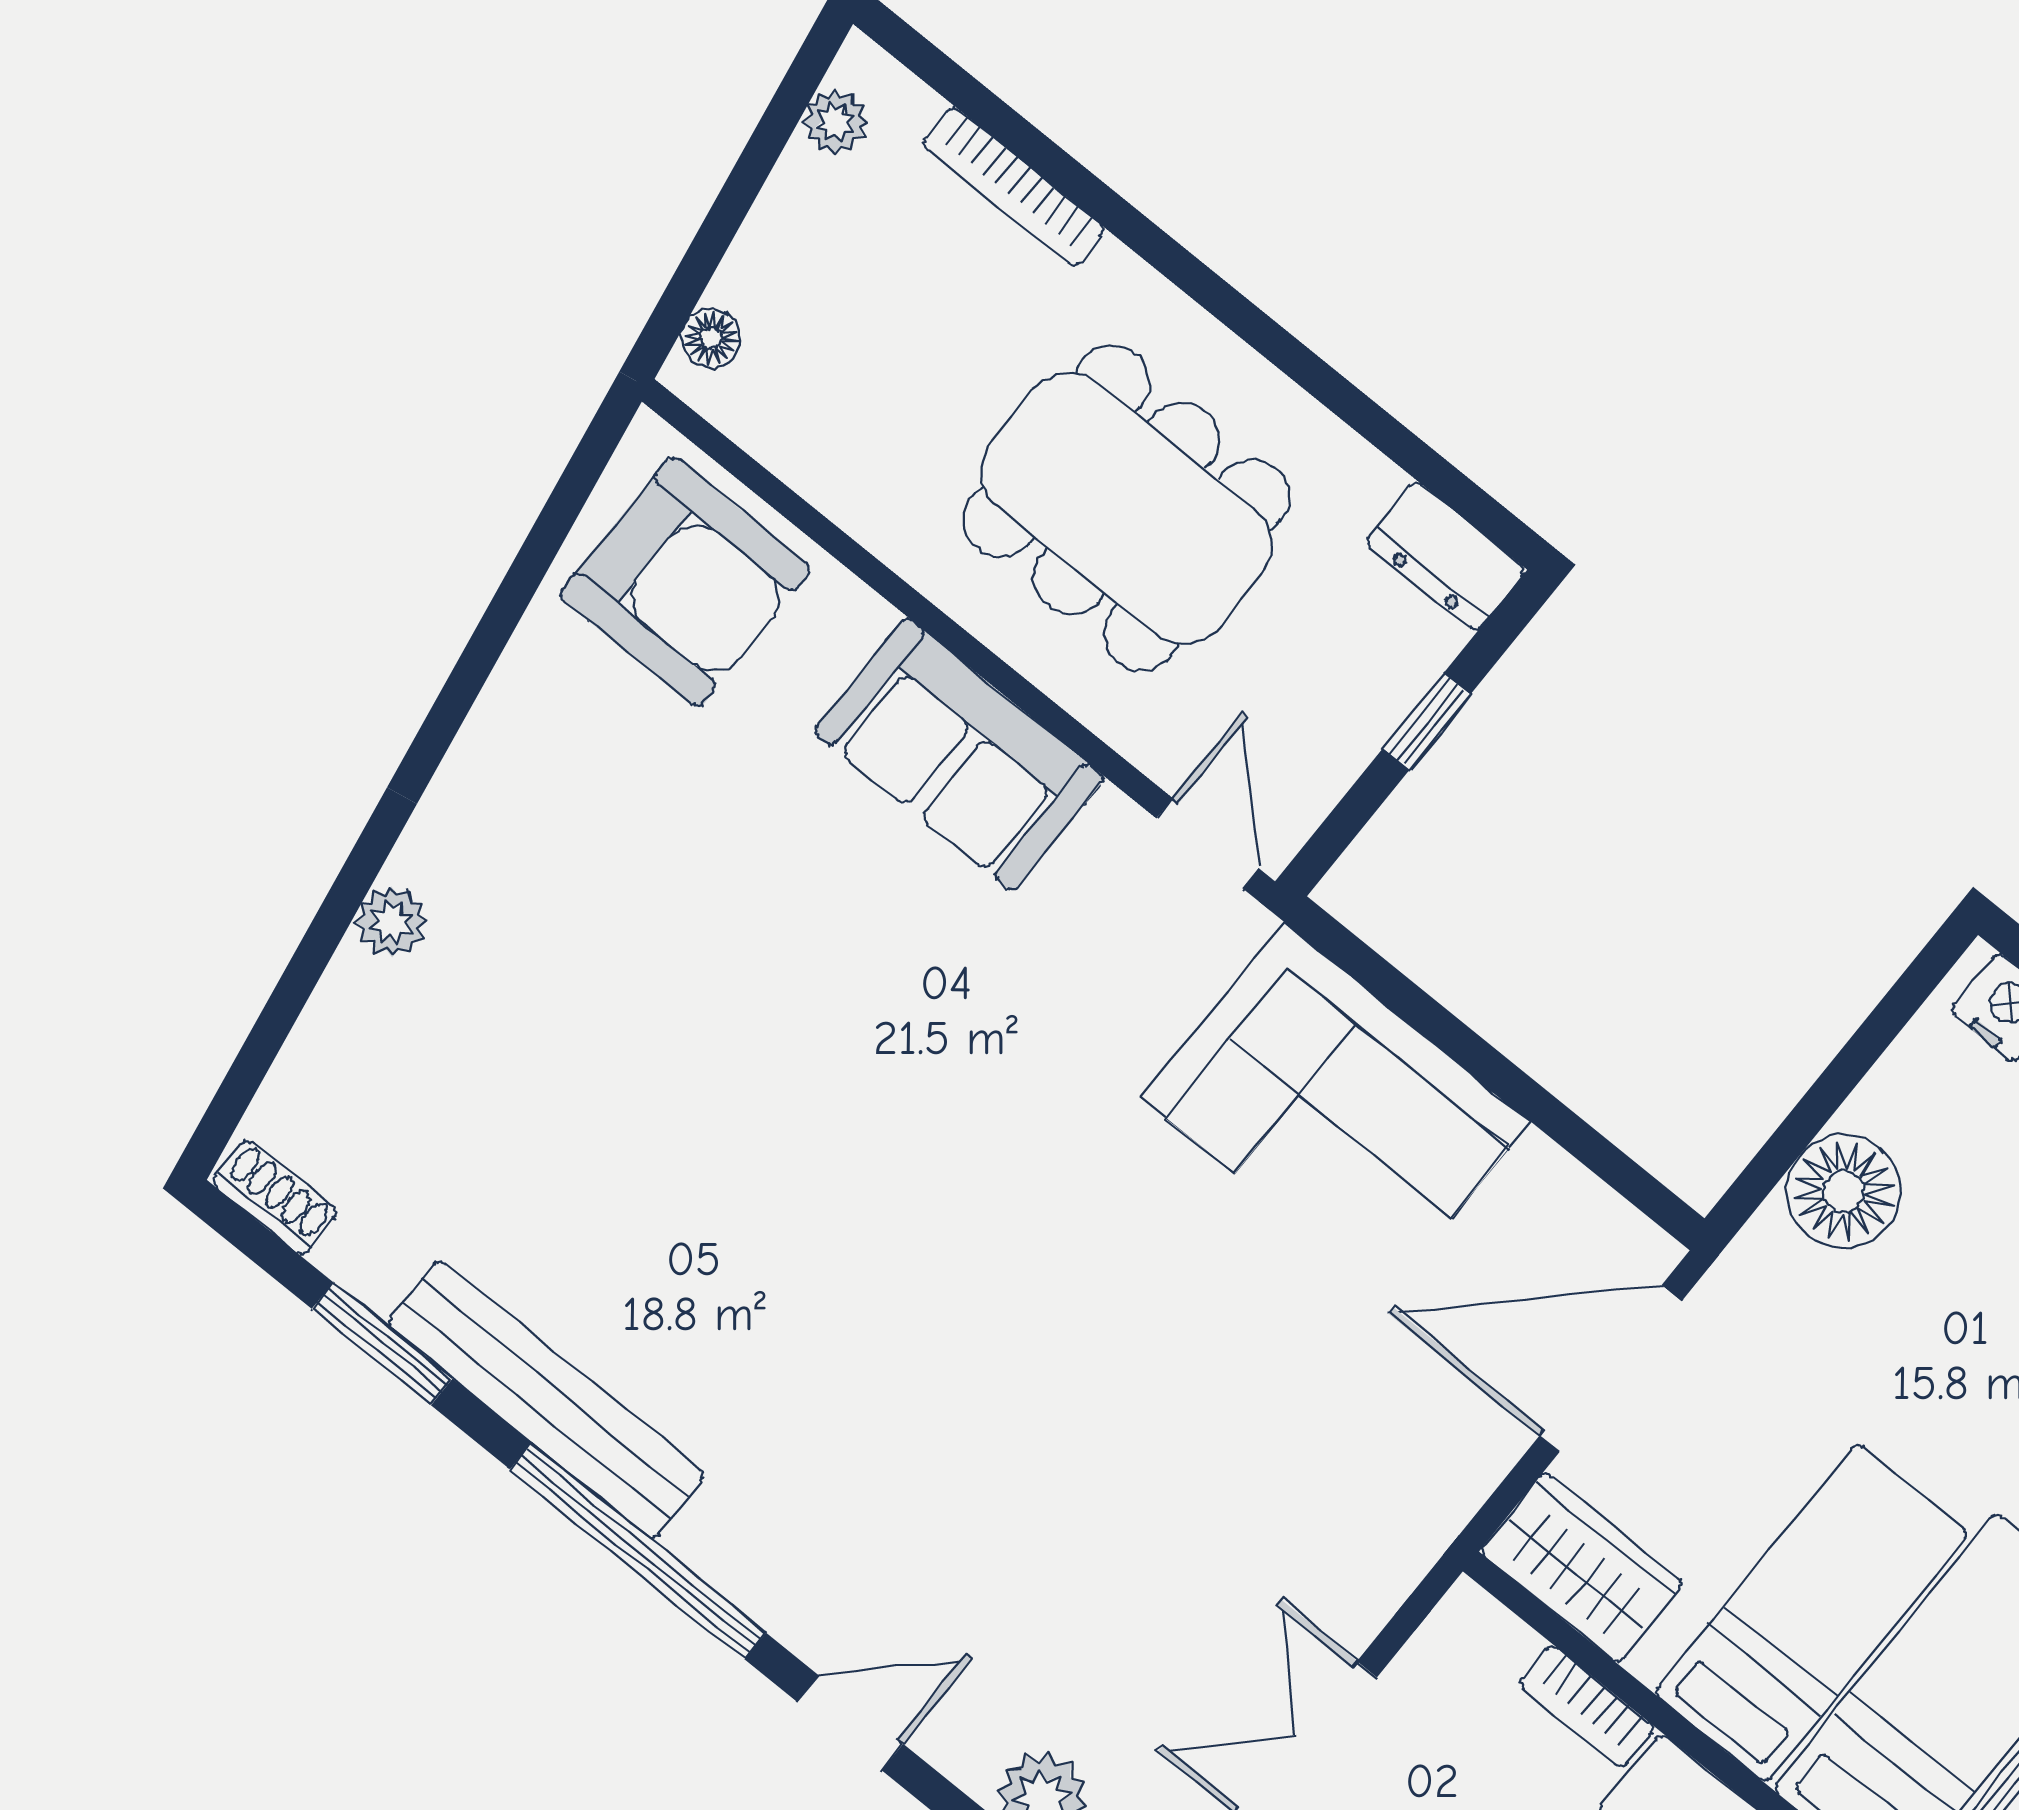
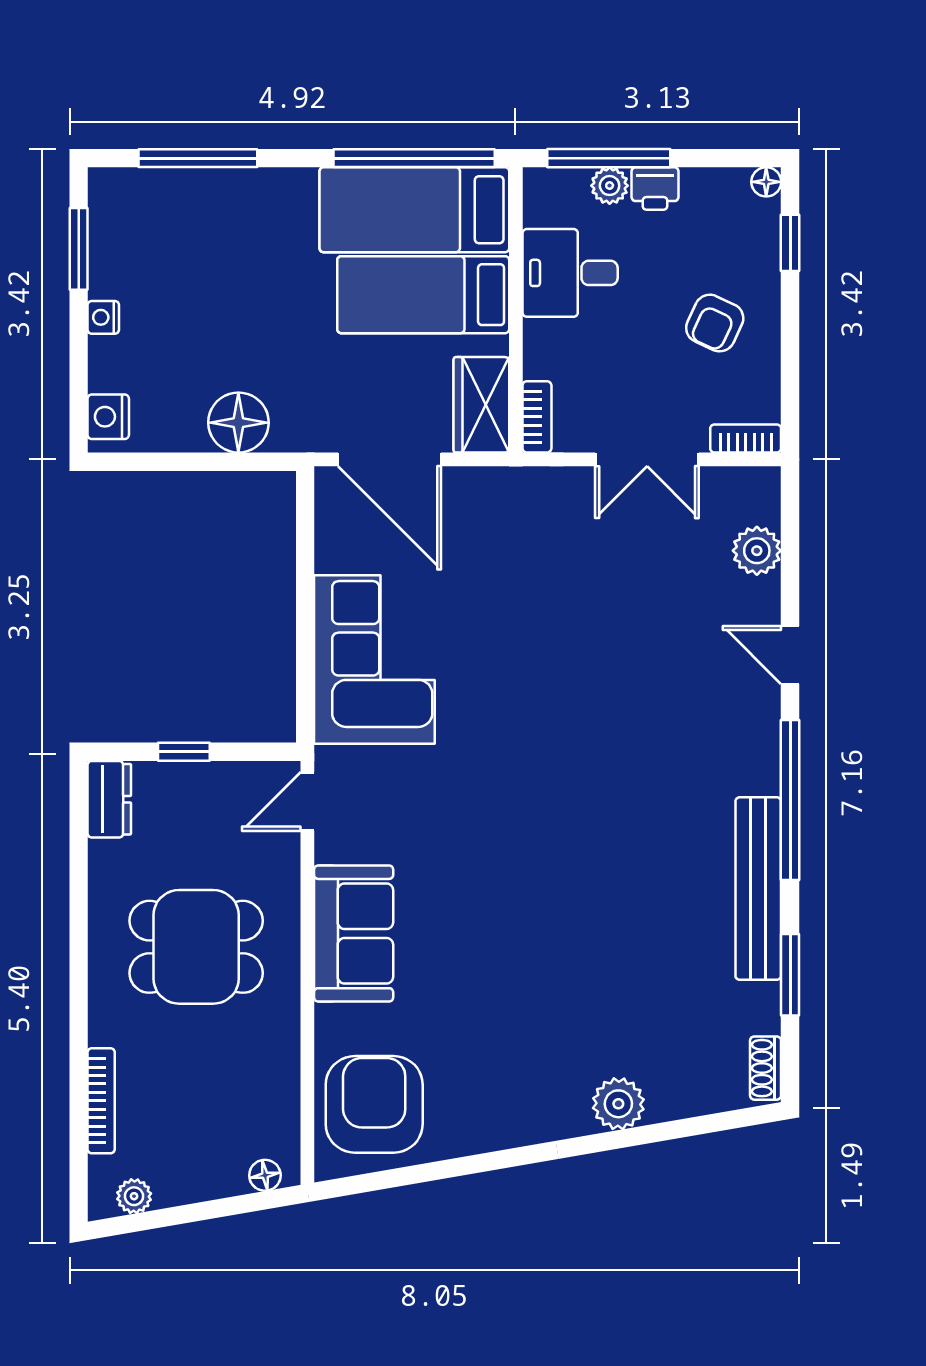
dining table: (1127, 508) -> (196, 947), width x0.73
plant: (392, 922) -> (618, 1104), width x1.38, depth x1.38
bookcase: (1587, 1706) -> (537, 417), moved

